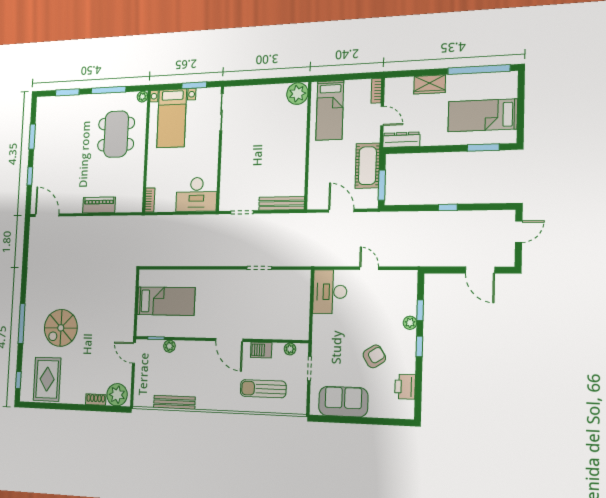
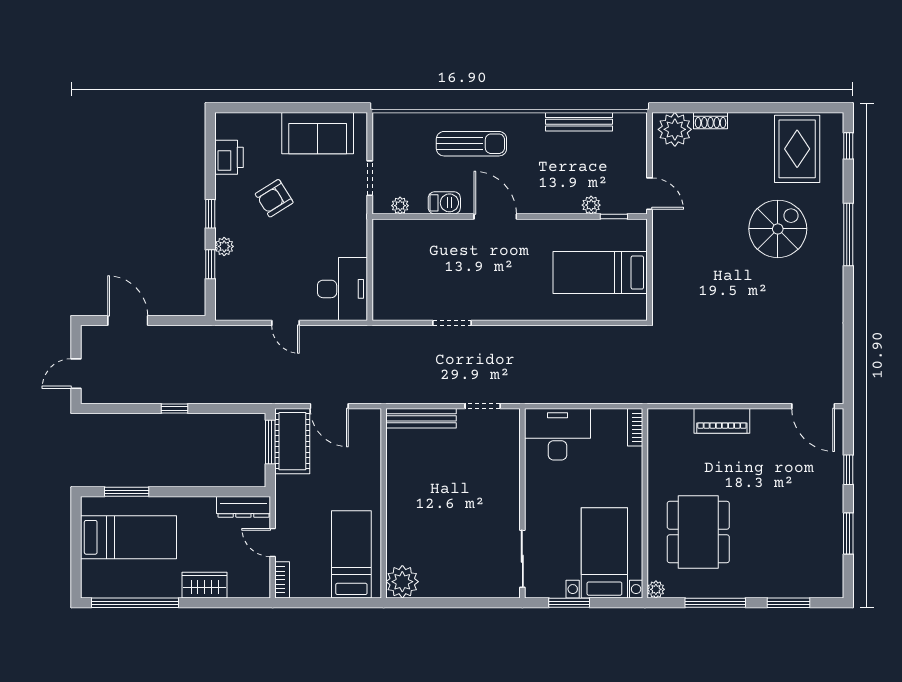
cot: (367, 166) -> (292, 441), moved
sun lounger: (263, 389) -> (471, 144), moved

